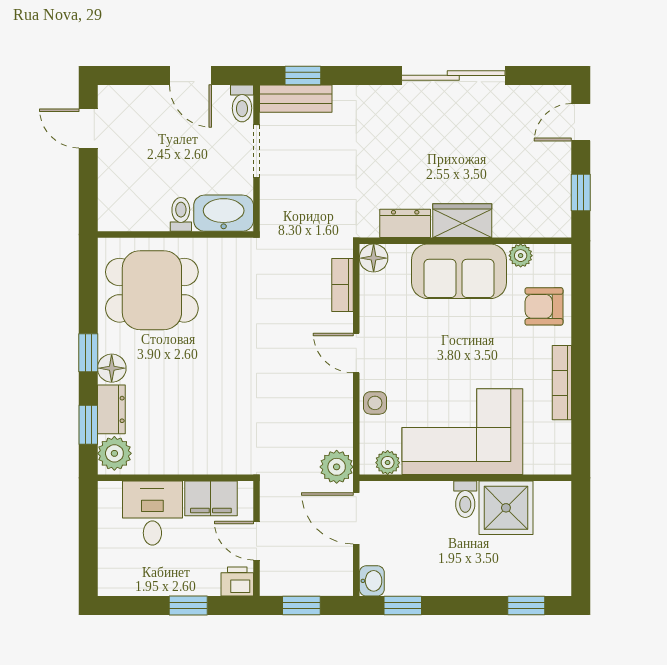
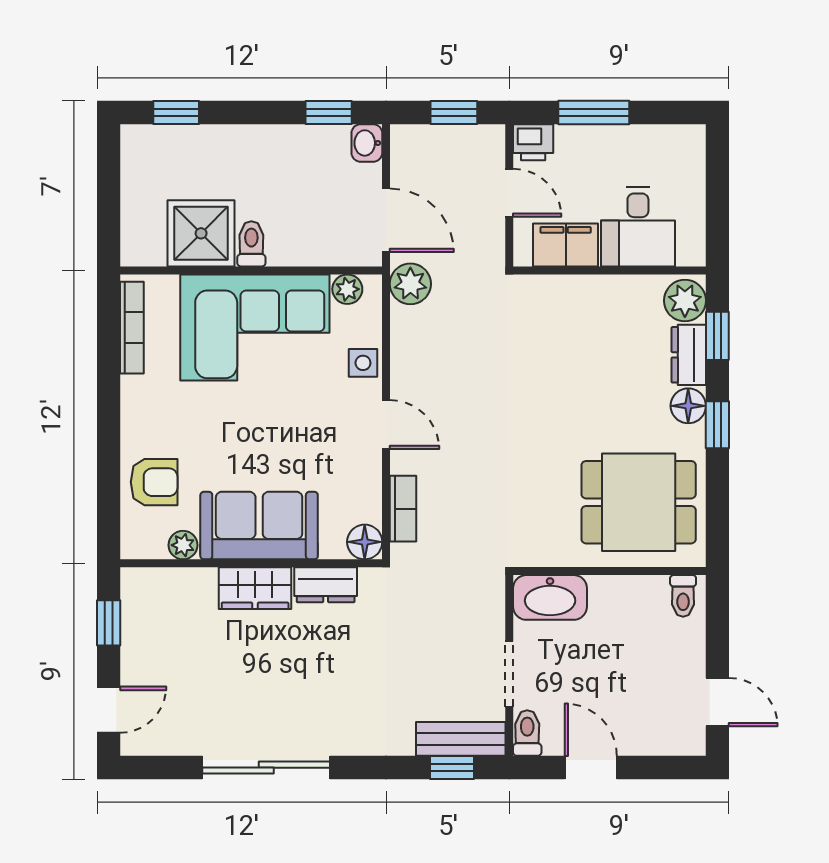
toilet: (181, 214) -> (683, 596), moved
bookcase: (562, 383) -> (132, 328), moved
window: (188, 606) -> (594, 112), width x1.50

